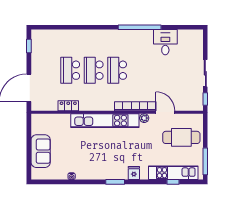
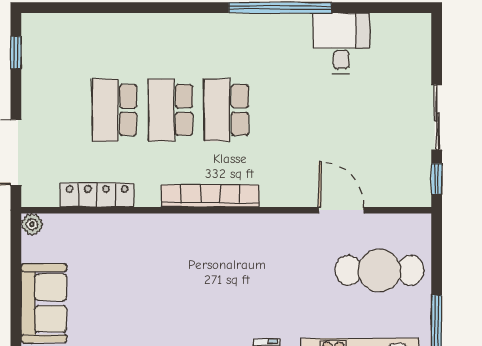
locker: (68, 106) -> (97, 195), width x1.53
bookcase: (135, 106) -> (210, 196), moved
plant: (144, 118) -> (32, 224), moved
kitchen unit: (105, 121) -> (197, 230), removed

